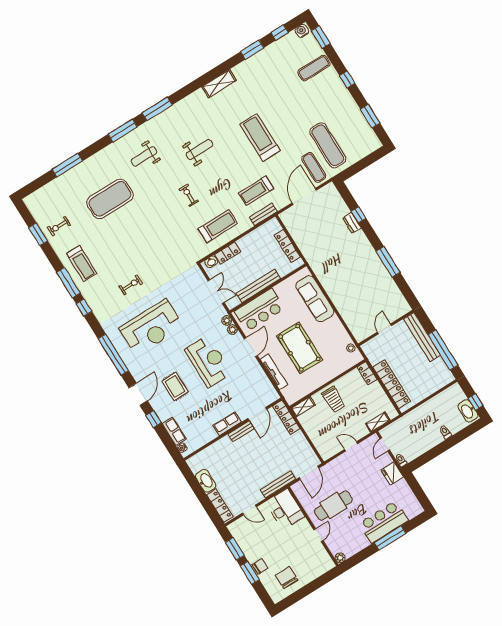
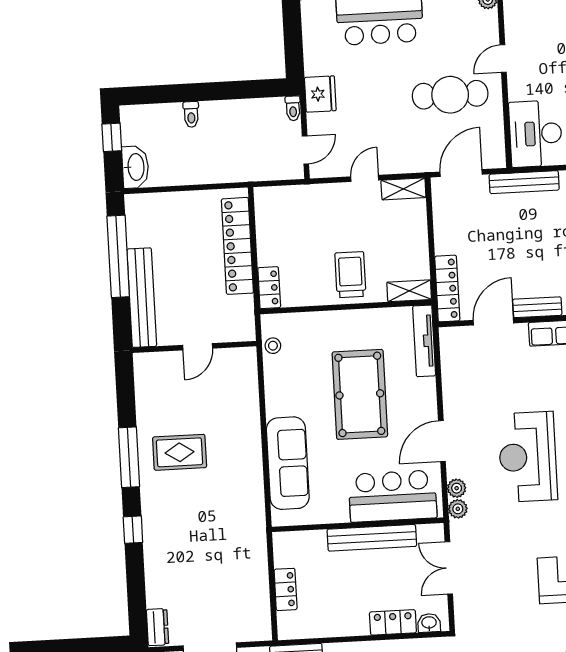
window: (359, 215) -> (133, 530), moved
dresser: (352, 223) -> (158, 627), moved
locker: (287, 246) -> (286, 589), width x0.66
rug: (366, 277) -> (180, 452), added
tv unit: (274, 372) -> (424, 341), moved
washbasin: (468, 411) -> (135, 167), moved
shelving: (378, 422) -> (403, 189), moved
door: (351, 446) -> (365, 178), swing flipped

